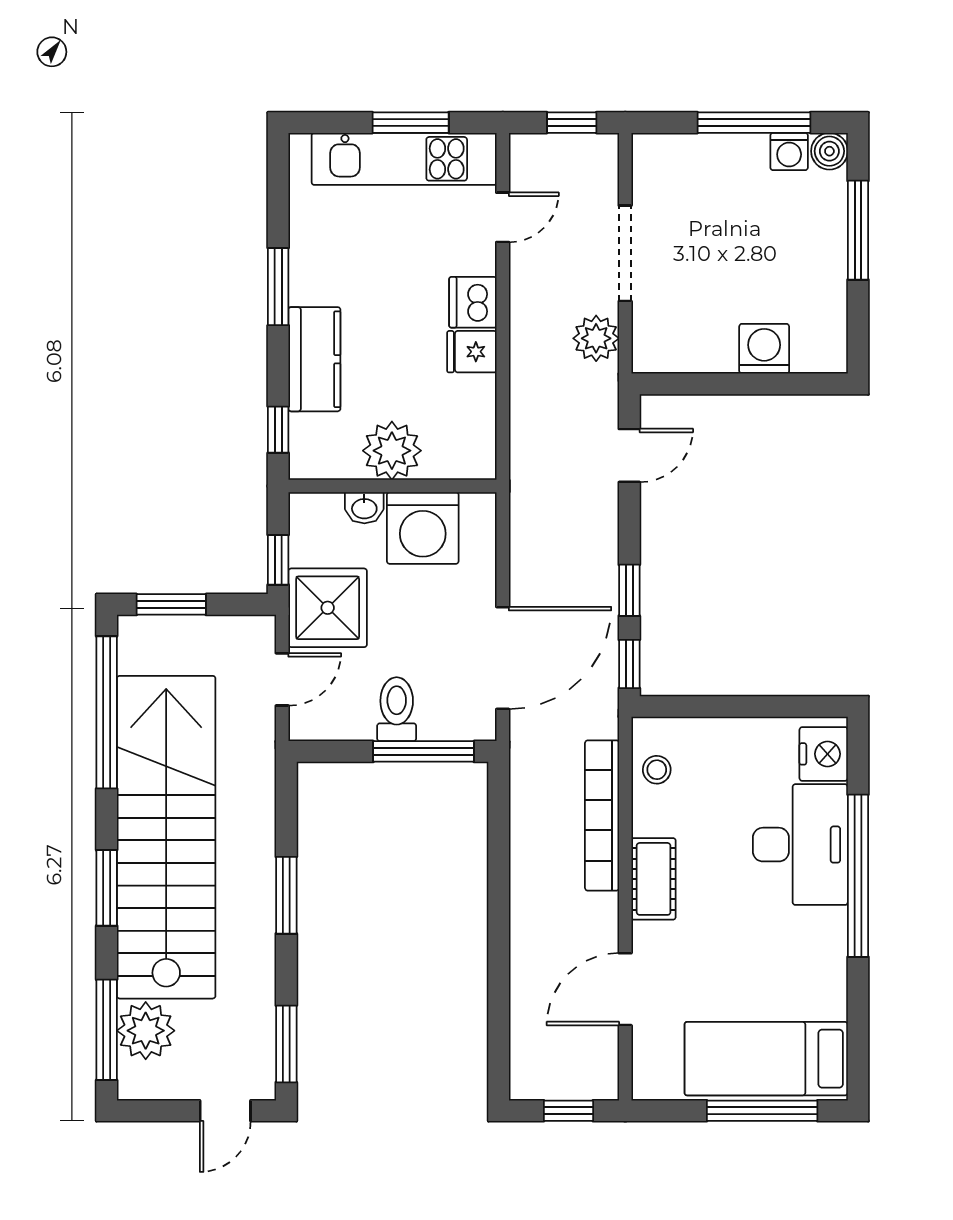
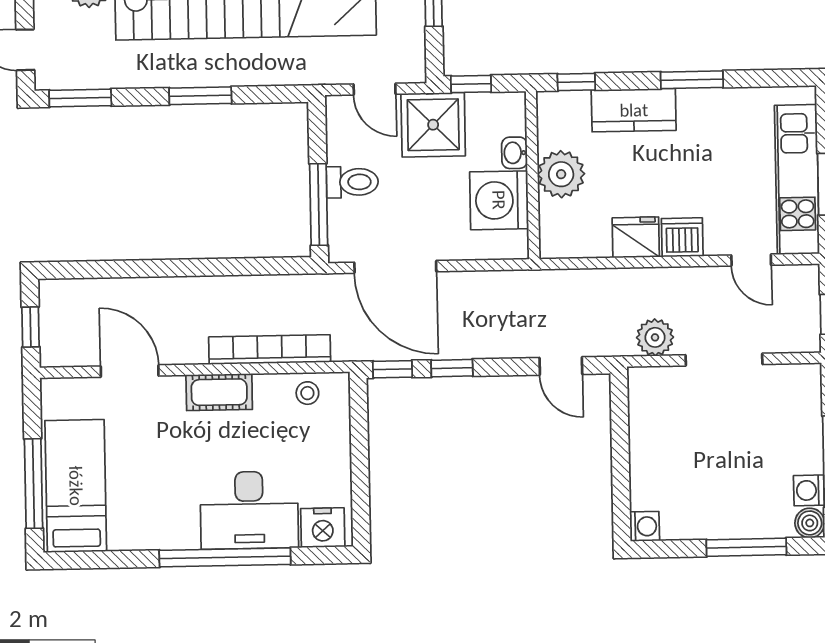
washing machine: (764, 349) -> (645, 526), moved, width x0.73, depth x0.73
fridge: (472, 352) -> (636, 237), width x1.38

